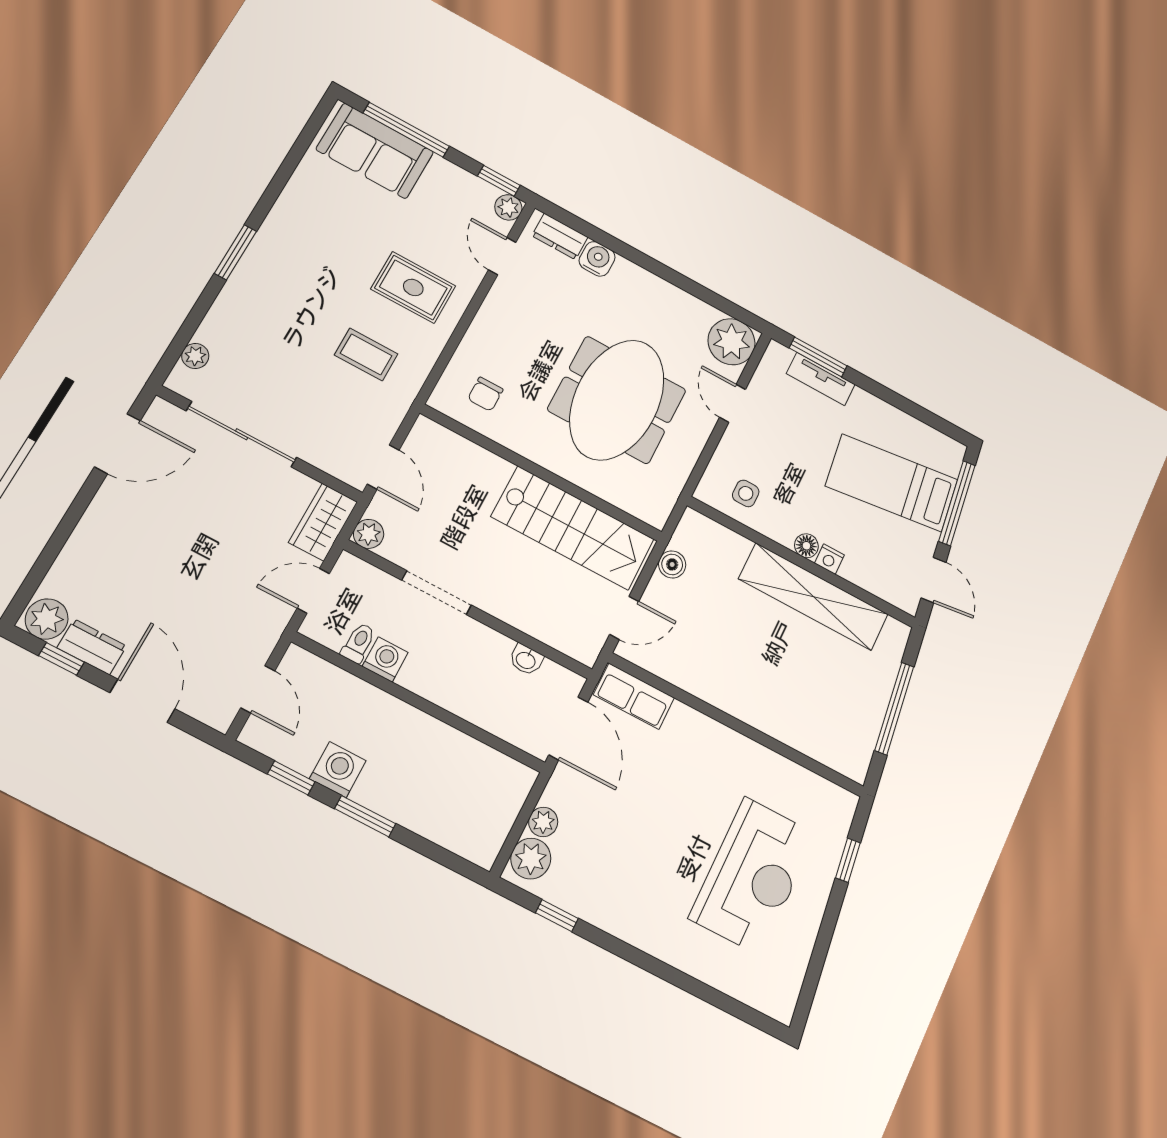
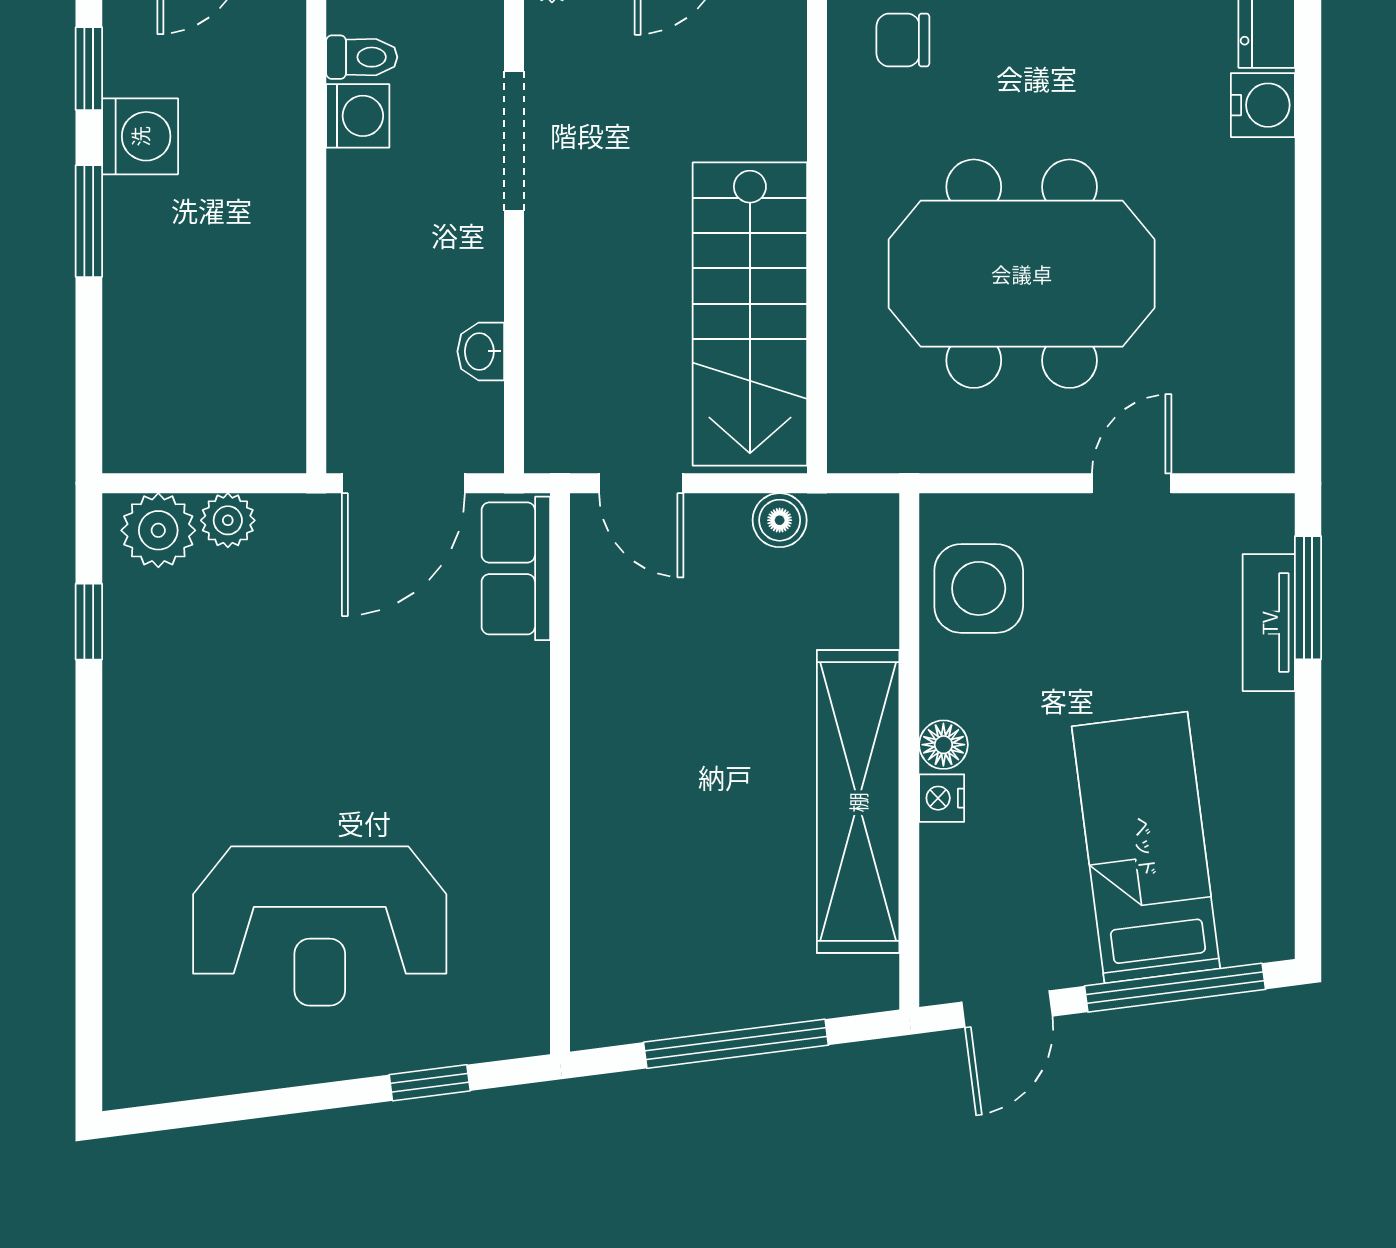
plant: (732, 342) -> (1246, 425), removed
side table: (746, 493) -> (979, 588), width x1.87, depth x1.87

